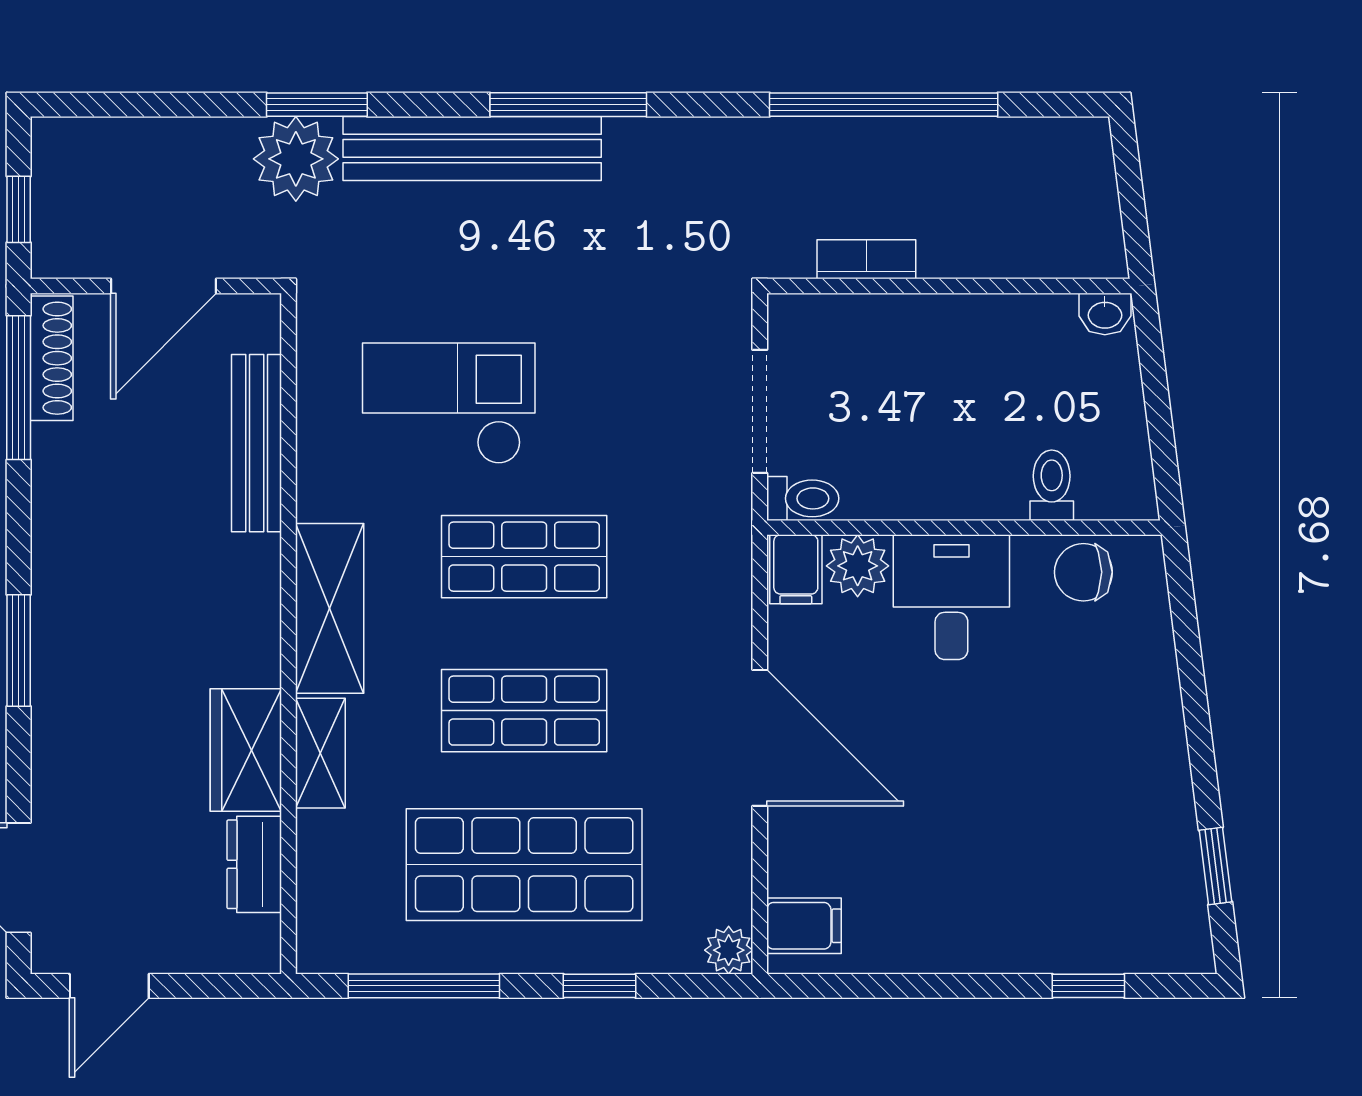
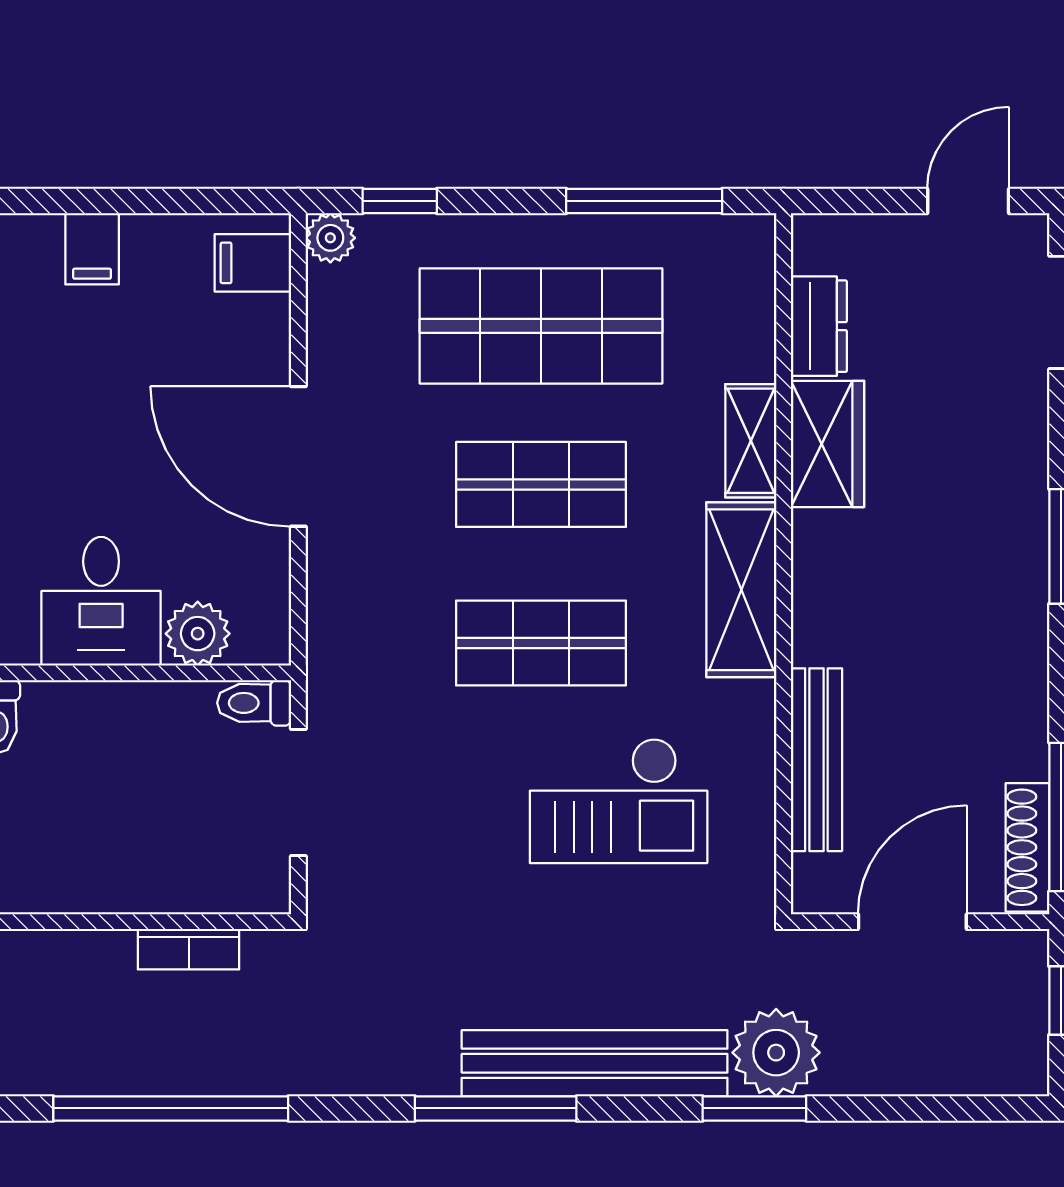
filing cabinet: (796, 569) -> (92, 249), moved, turned 180
window: (600, 986) -> (400, 201), moved

